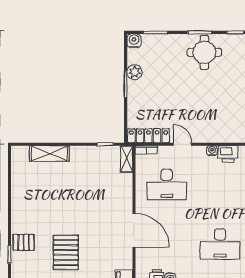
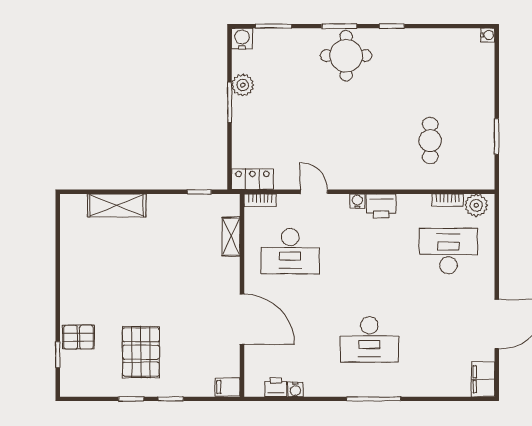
locker: (148, 136) -> (252, 179), width x0.66
shelving: (127, 159) -> (231, 237), moved

